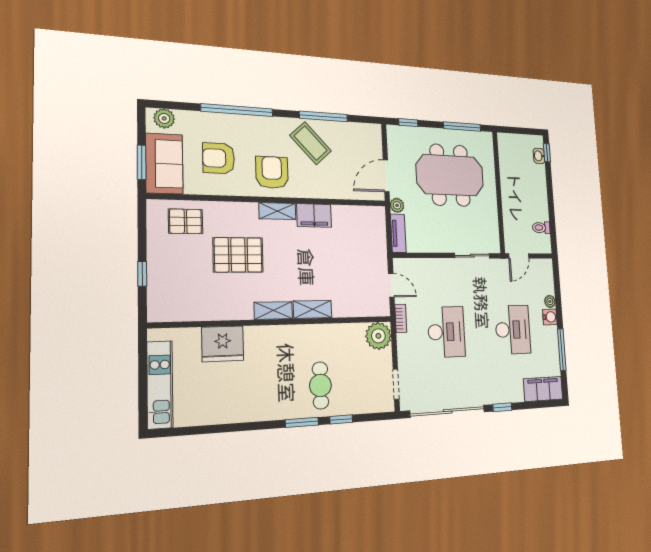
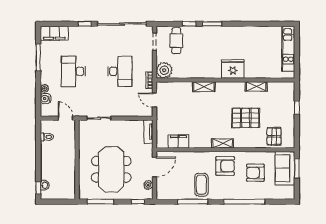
plant: (164, 118) -> (285, 194), removed
coffee table: (311, 143) -> (201, 185), turned 43
armchair: (219, 158) -> (255, 173), turned 180
armchair: (272, 172) -> (225, 166), turned -90
meeting table: (450, 175) -> (111, 169), turned 90
plant: (397, 205) -> (148, 185), moved
filing cabinet: (314, 215) -> (178, 141), moved
pallet: (186, 221) -> (274, 136), turned 90
door: (519, 256) -> (65, 118), hinge flipped
shelving: (273, 311) -> (256, 86), moved
water cooler: (550, 317) -> (46, 99), moved
desk: (446, 332) -> (120, 71), turned 180
fridge: (223, 344) -> (233, 69), moved
cafe table: (320, 385) -> (176, 41), moved

